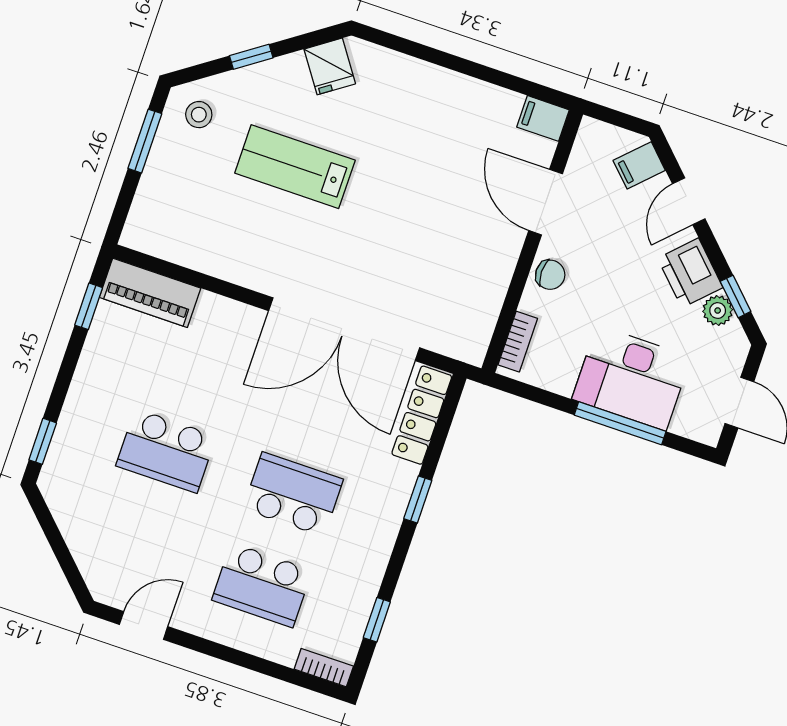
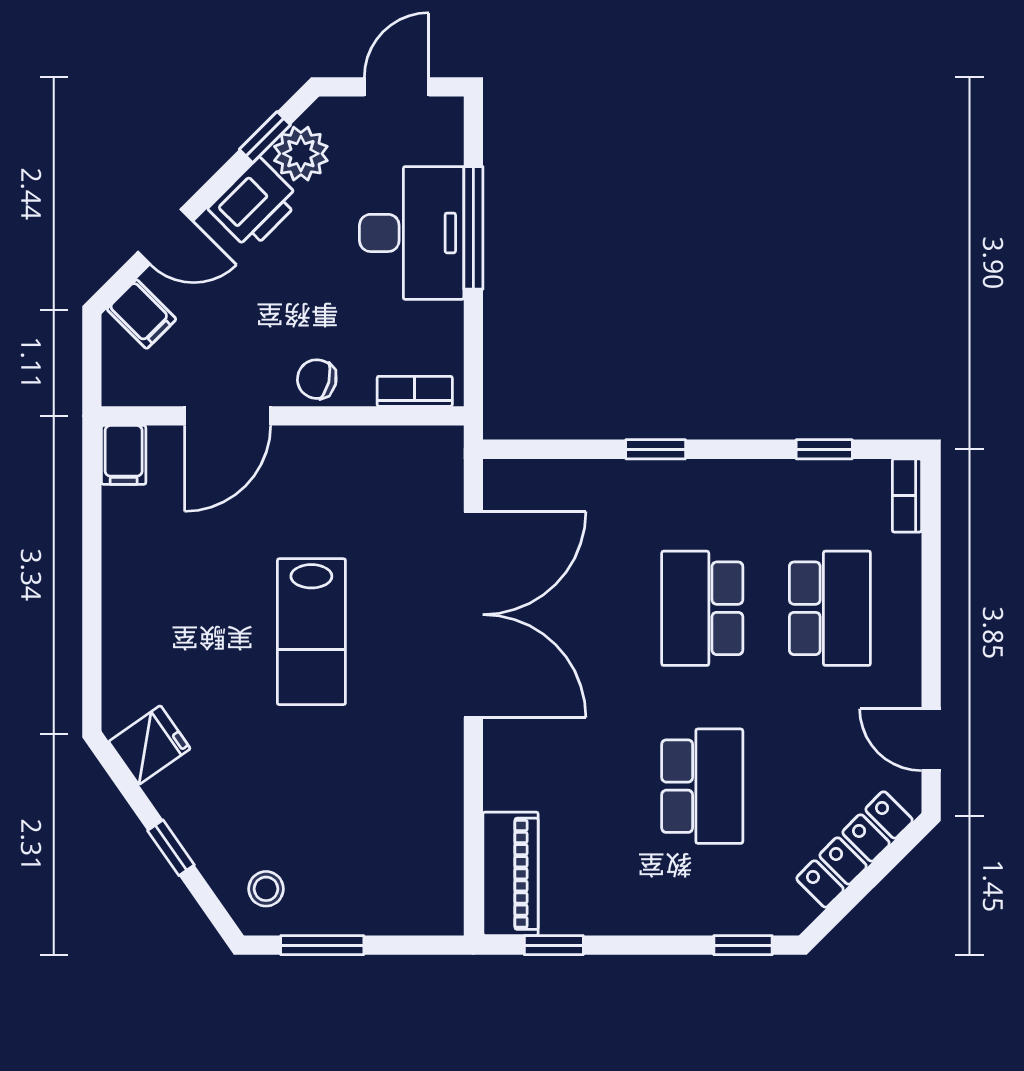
lab bench: (295, 167) -> (311, 632), moved
chair: (550, 275) -> (317, 379), turned -76
plant: (718, 311) -> (301, 154), width x1.38, depth x1.38
locker: (422, 415) -> (855, 849), moved, turned 135

